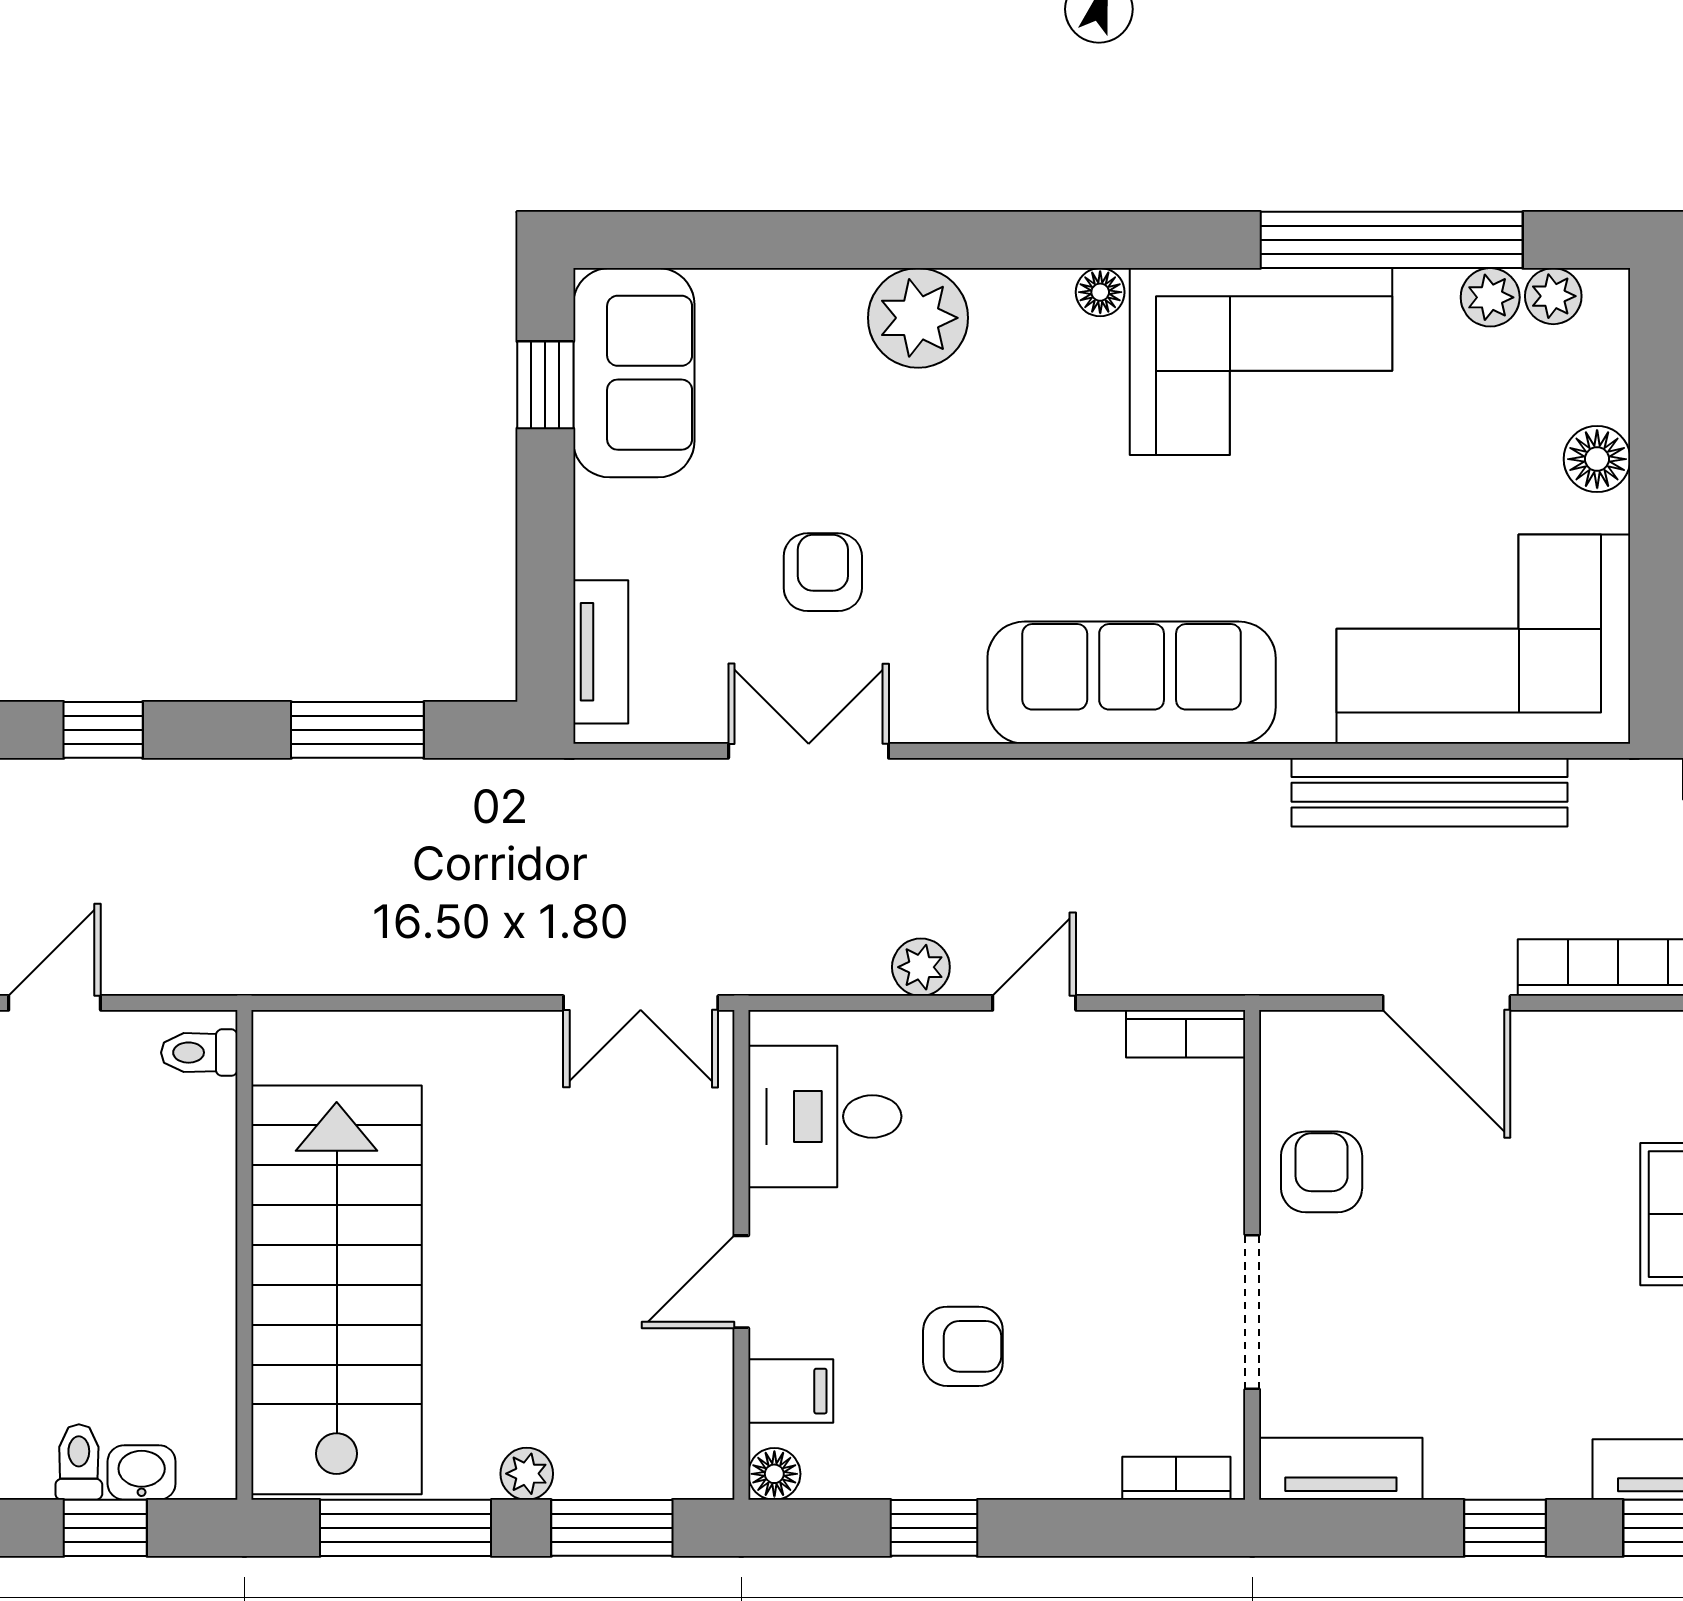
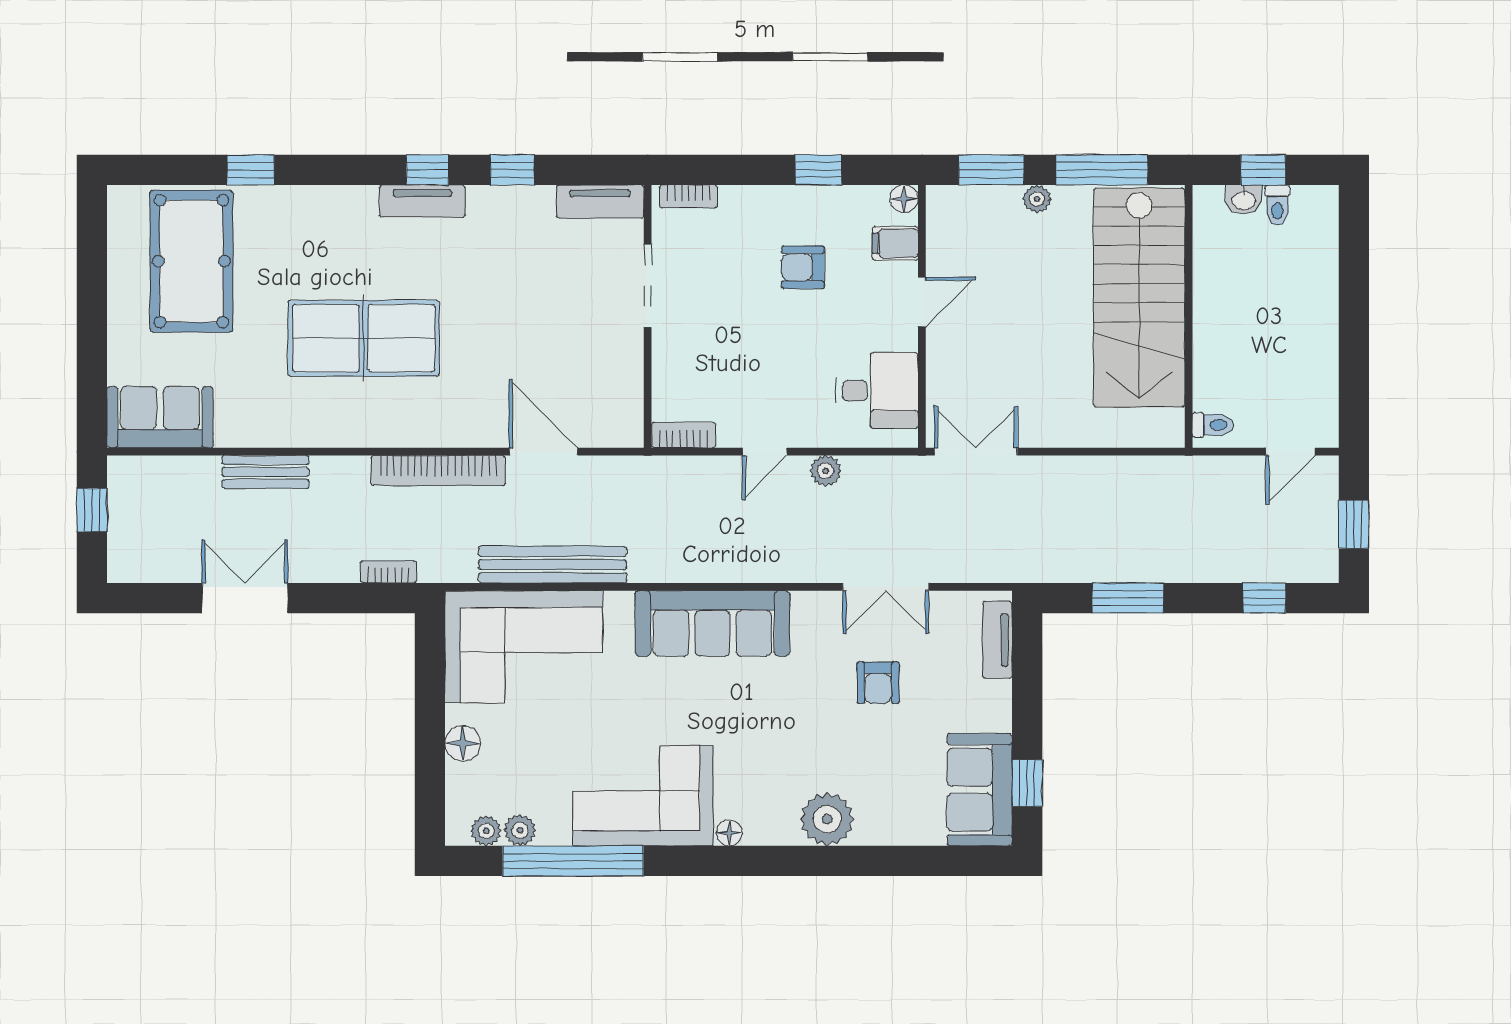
armchair: (1322, 1172) -> (610, 361), removed

